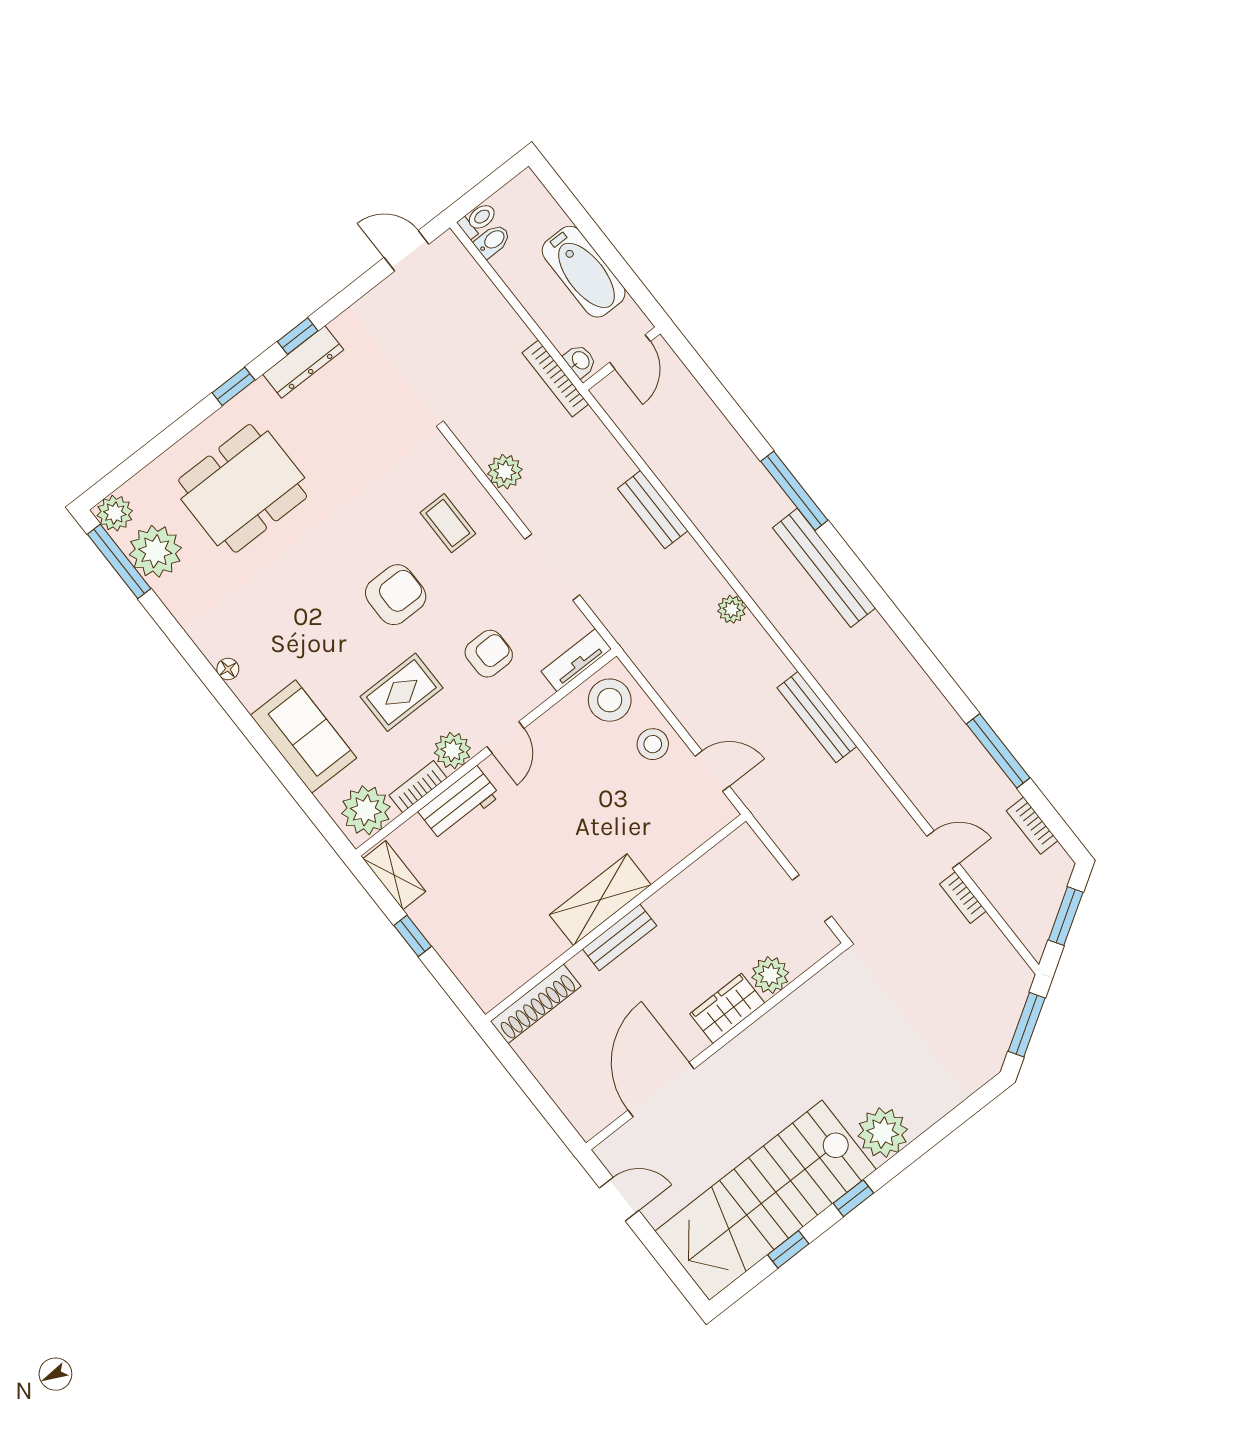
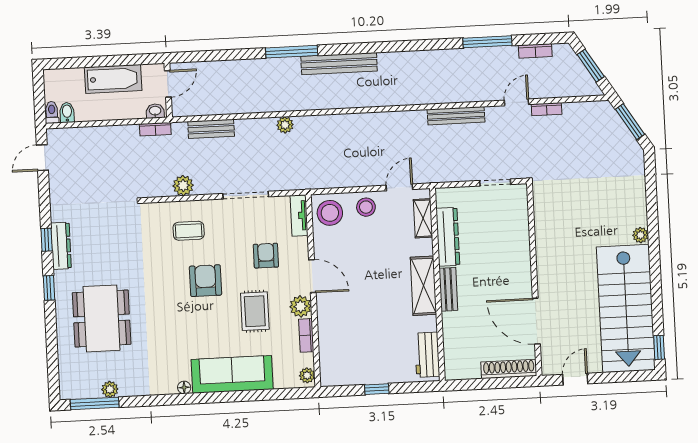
door: (630, 352) -> (168, 84), hinge flipped
bookcase: (555, 378) -> (155, 129), width x0.64
bench: (653, 510) -> (211, 129), moved
plant: (115, 513) -> (70, 389), removed
plant: (155, 551) -> (110, 389), width x0.53, depth x0.53
plant: (732, 609) -> (285, 125), moved
bench: (817, 717) -> (456, 116), moved
sofa: (304, 737) -> (232, 374), width x1.36
door: (505, 737) -> (312, 276), width x1.38
workbench: (459, 803) -> (427, 355), moved, turned 180
plant: (366, 810) -> (307, 375), width x0.53, depth x0.53
shelving: (394, 875) -> (423, 218), moved, turned 90
dresser: (691, 886) -> (448, 237), added
plant: (770, 975) -> (518, 229), removed
shoe rack: (536, 1004) -> (509, 369), moved, turned -90
wardrobe: (727, 1008) -> (520, 261), removed
plant: (883, 1133) -> (640, 235), width x0.53, depth x0.53
window: (853, 1198) -> (655, 265), removed
window: (788, 1249) -> (659, 347), moved

